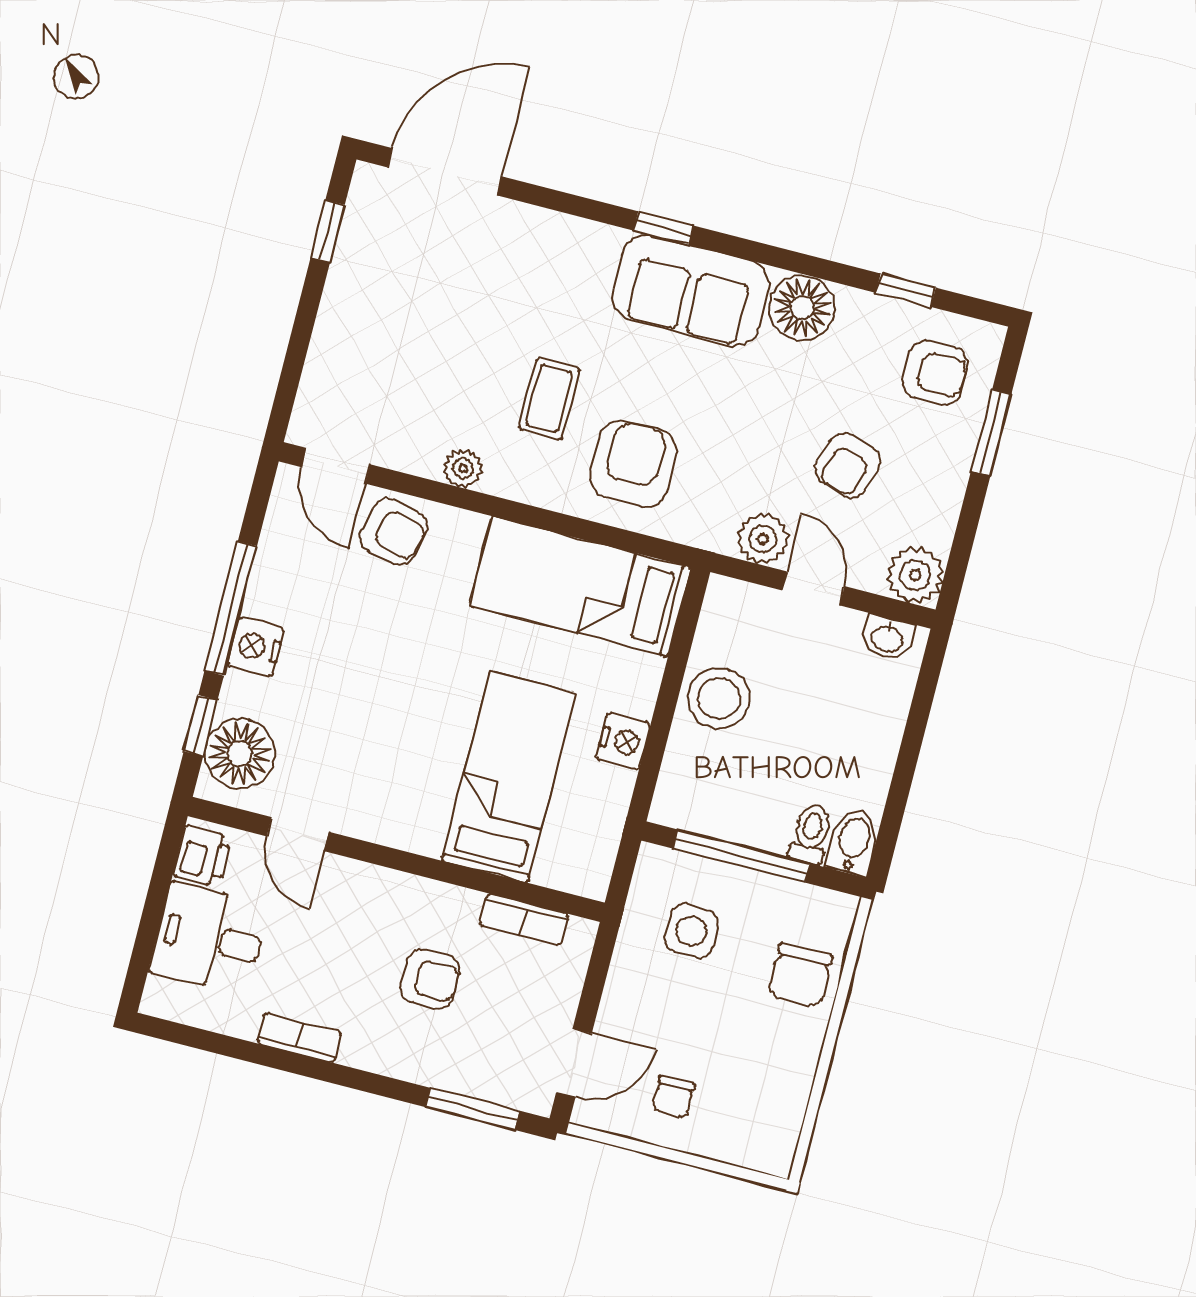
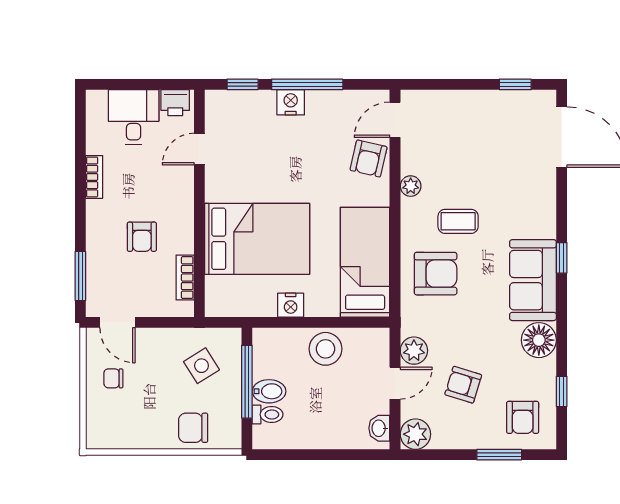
floor lamp: (240, 754) -> (233, 108), removed
bed: (509, 777) -> (257, 239), width x1.50
bidet: (853, 842) -> (269, 391), moved
side table: (692, 931) -> (202, 366), turned -32

